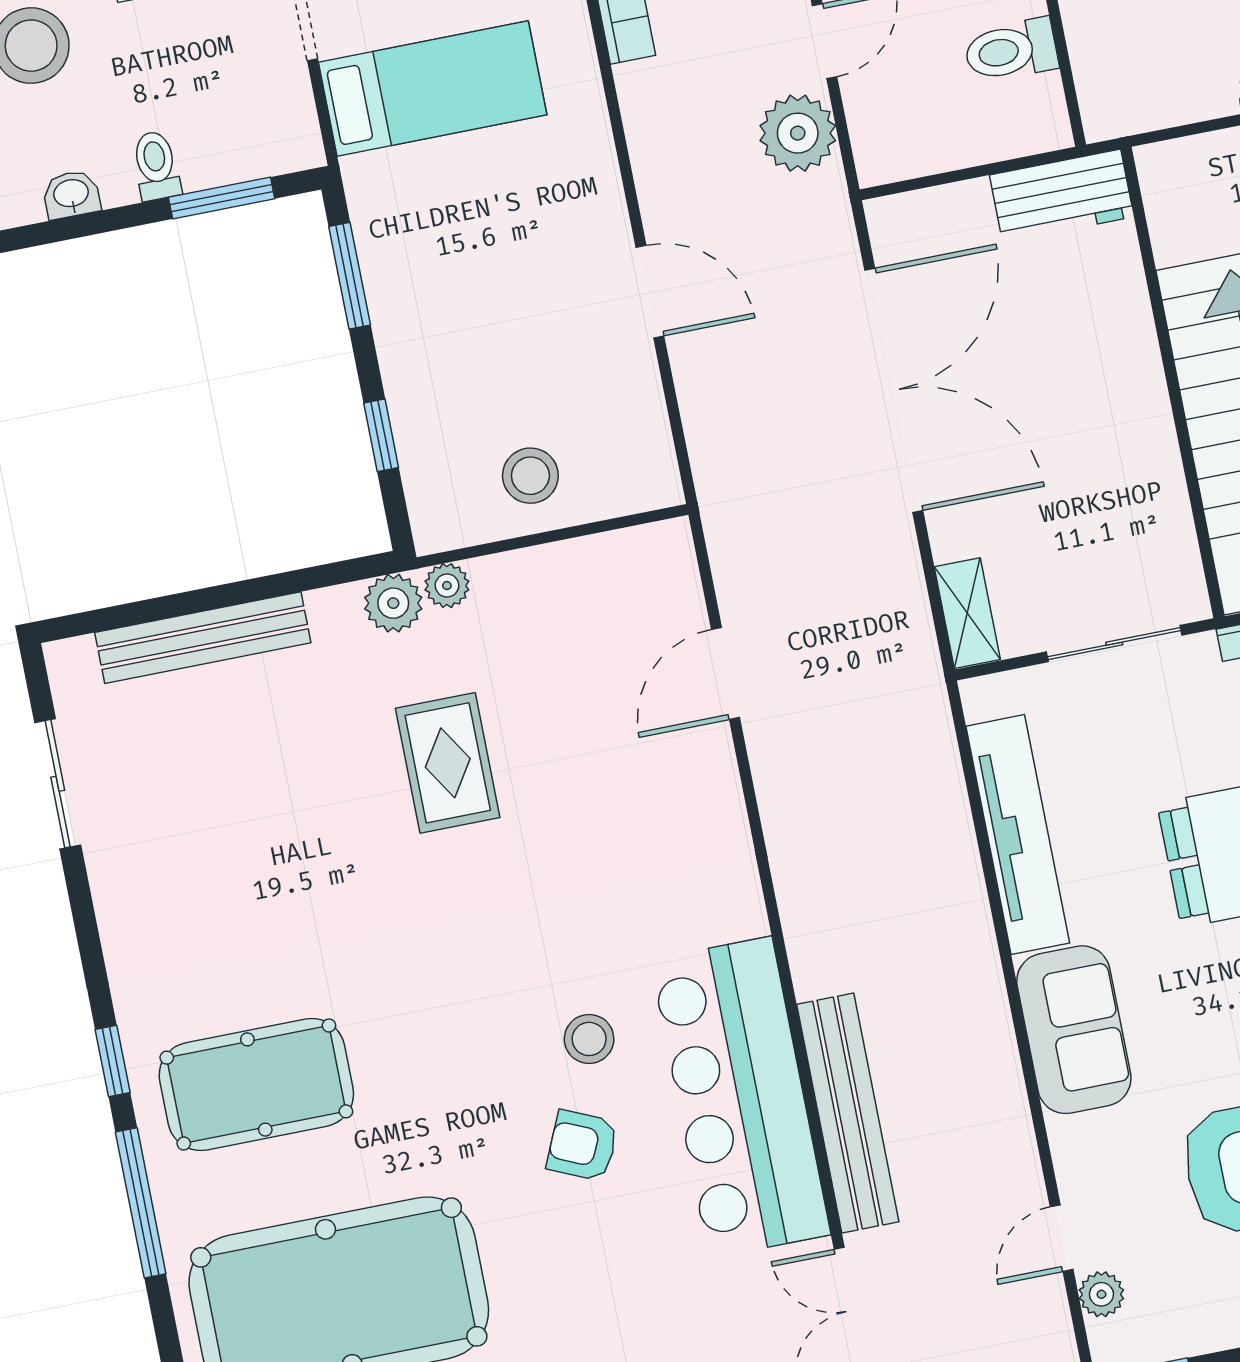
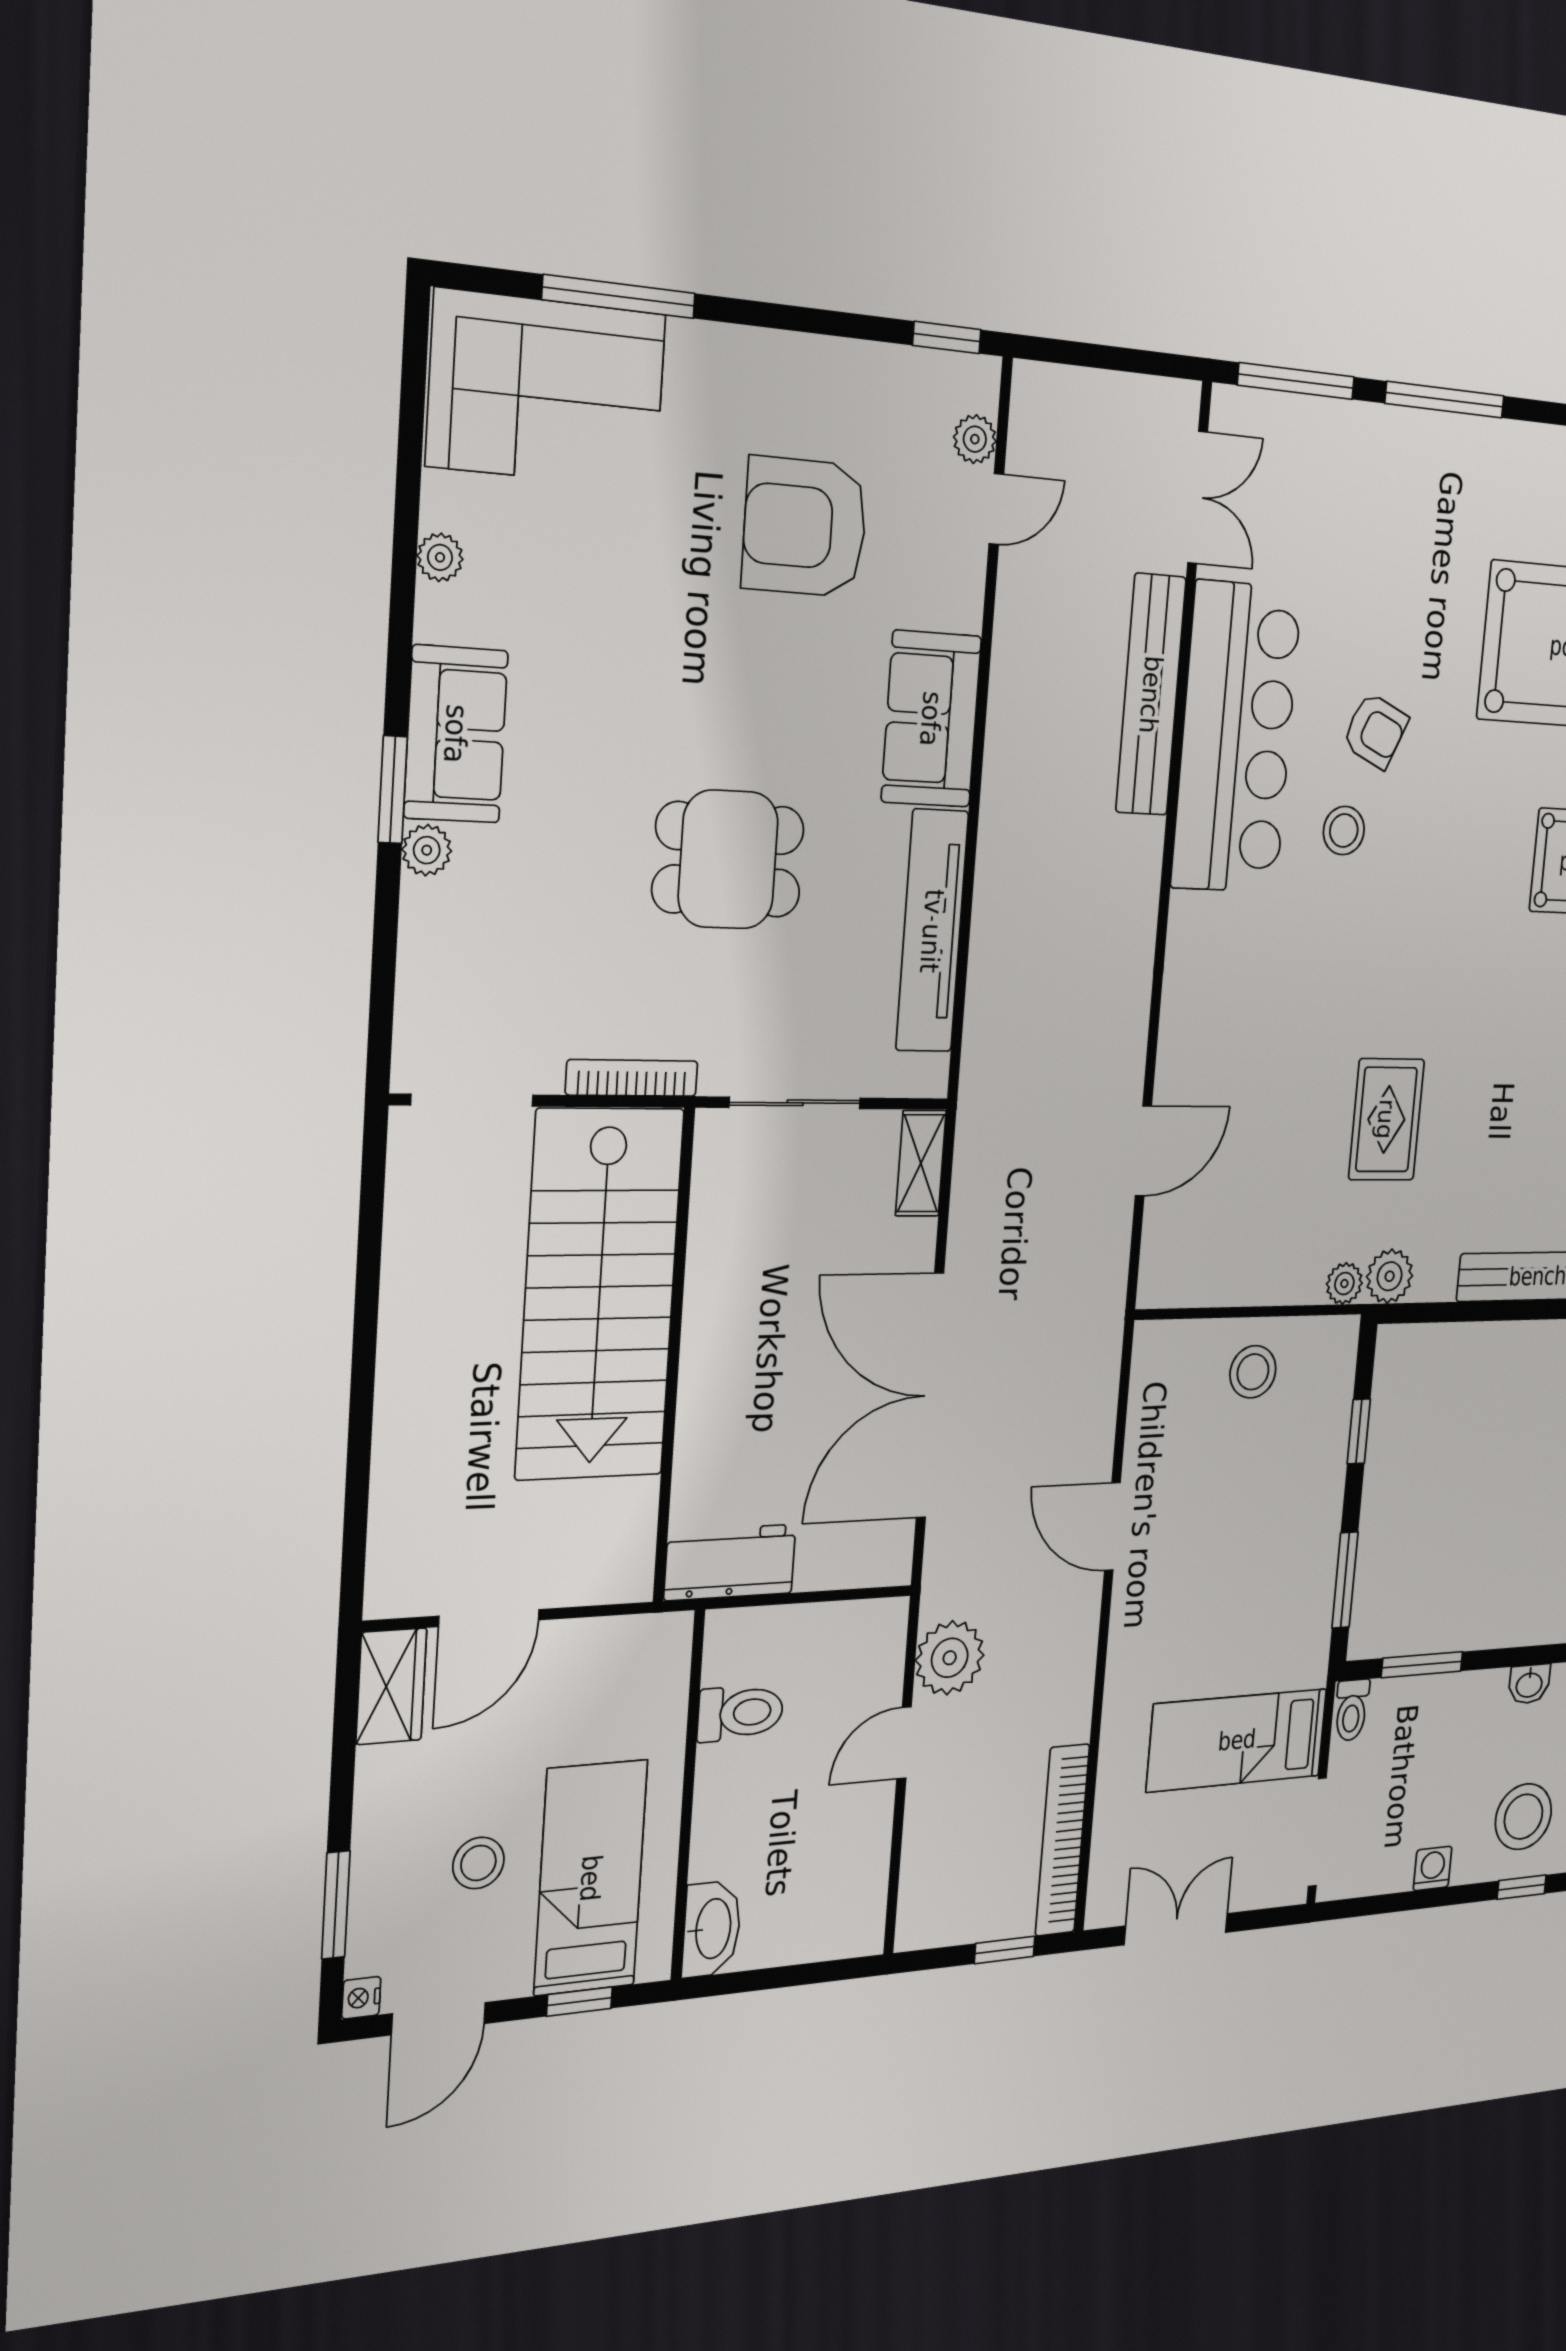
toilet: (156, 166) -> (1352, 1710), moved

